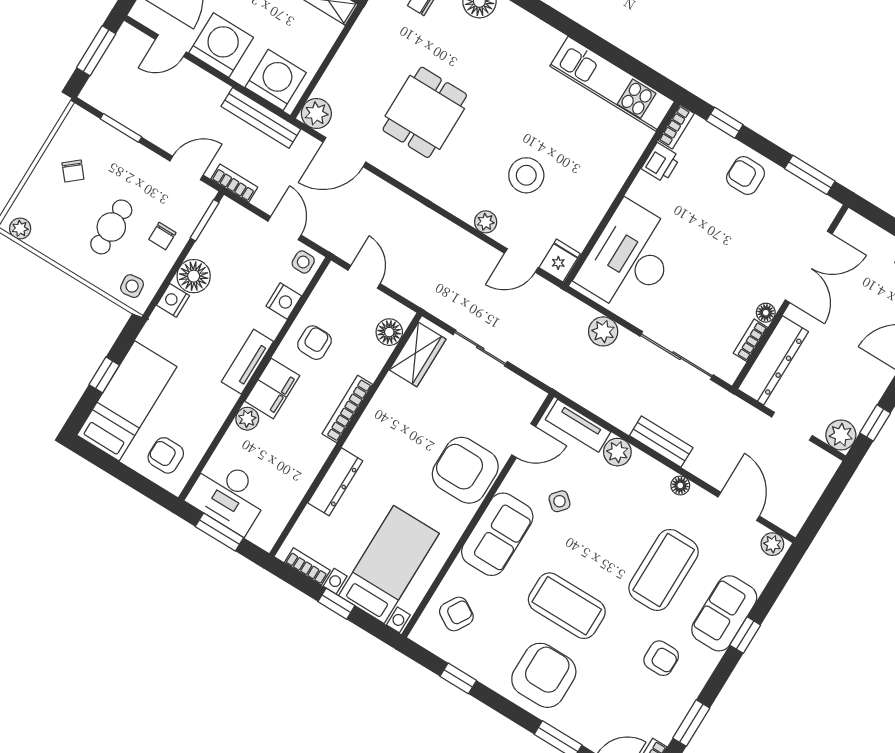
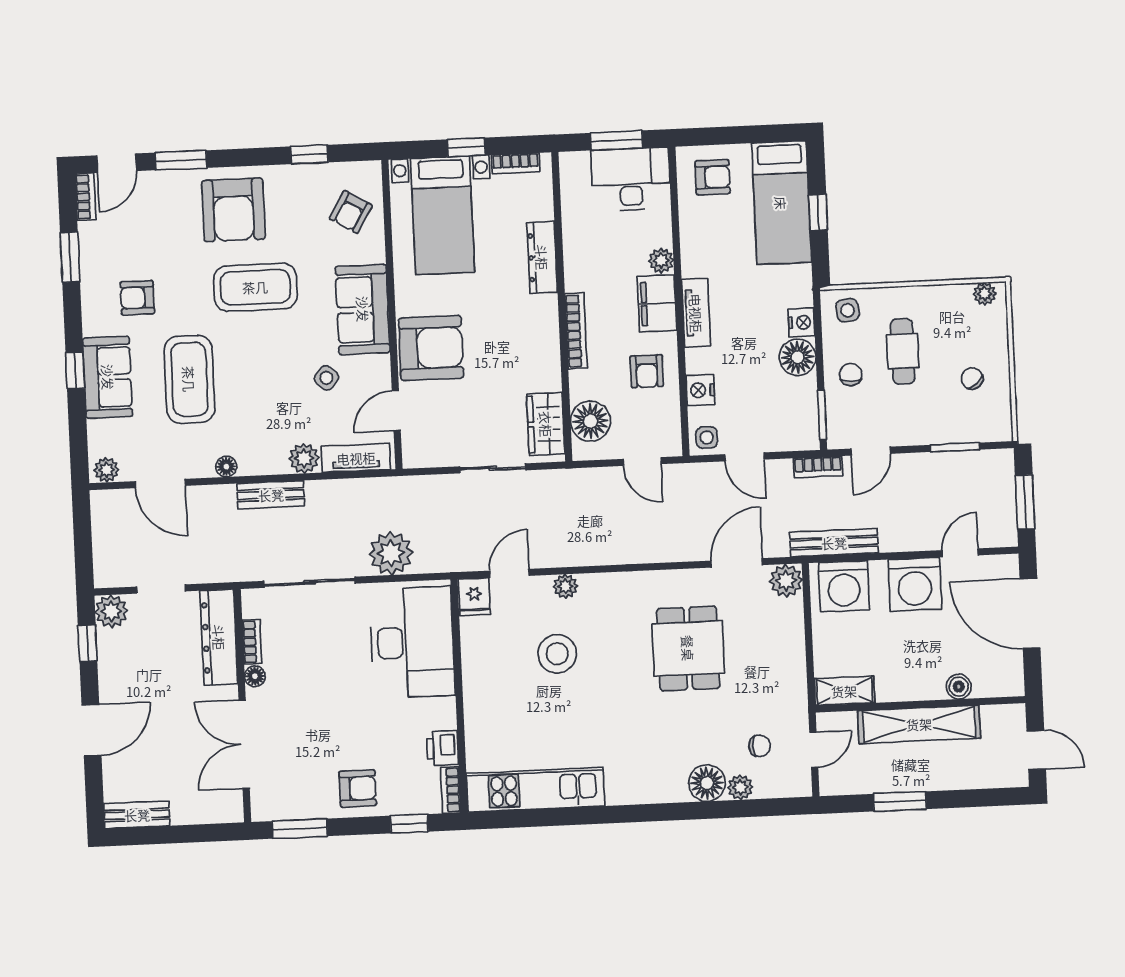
plant: (603, 331) -> (391, 553), width x1.36, depth x1.36
floor lamp: (389, 332) -> (590, 421), width x1.38, depth x1.38

